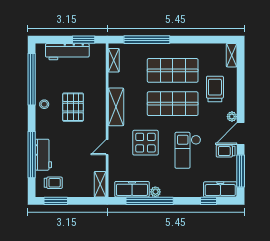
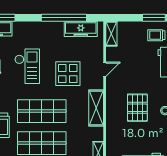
plant: (155, 192) -> (58, 26), removed

